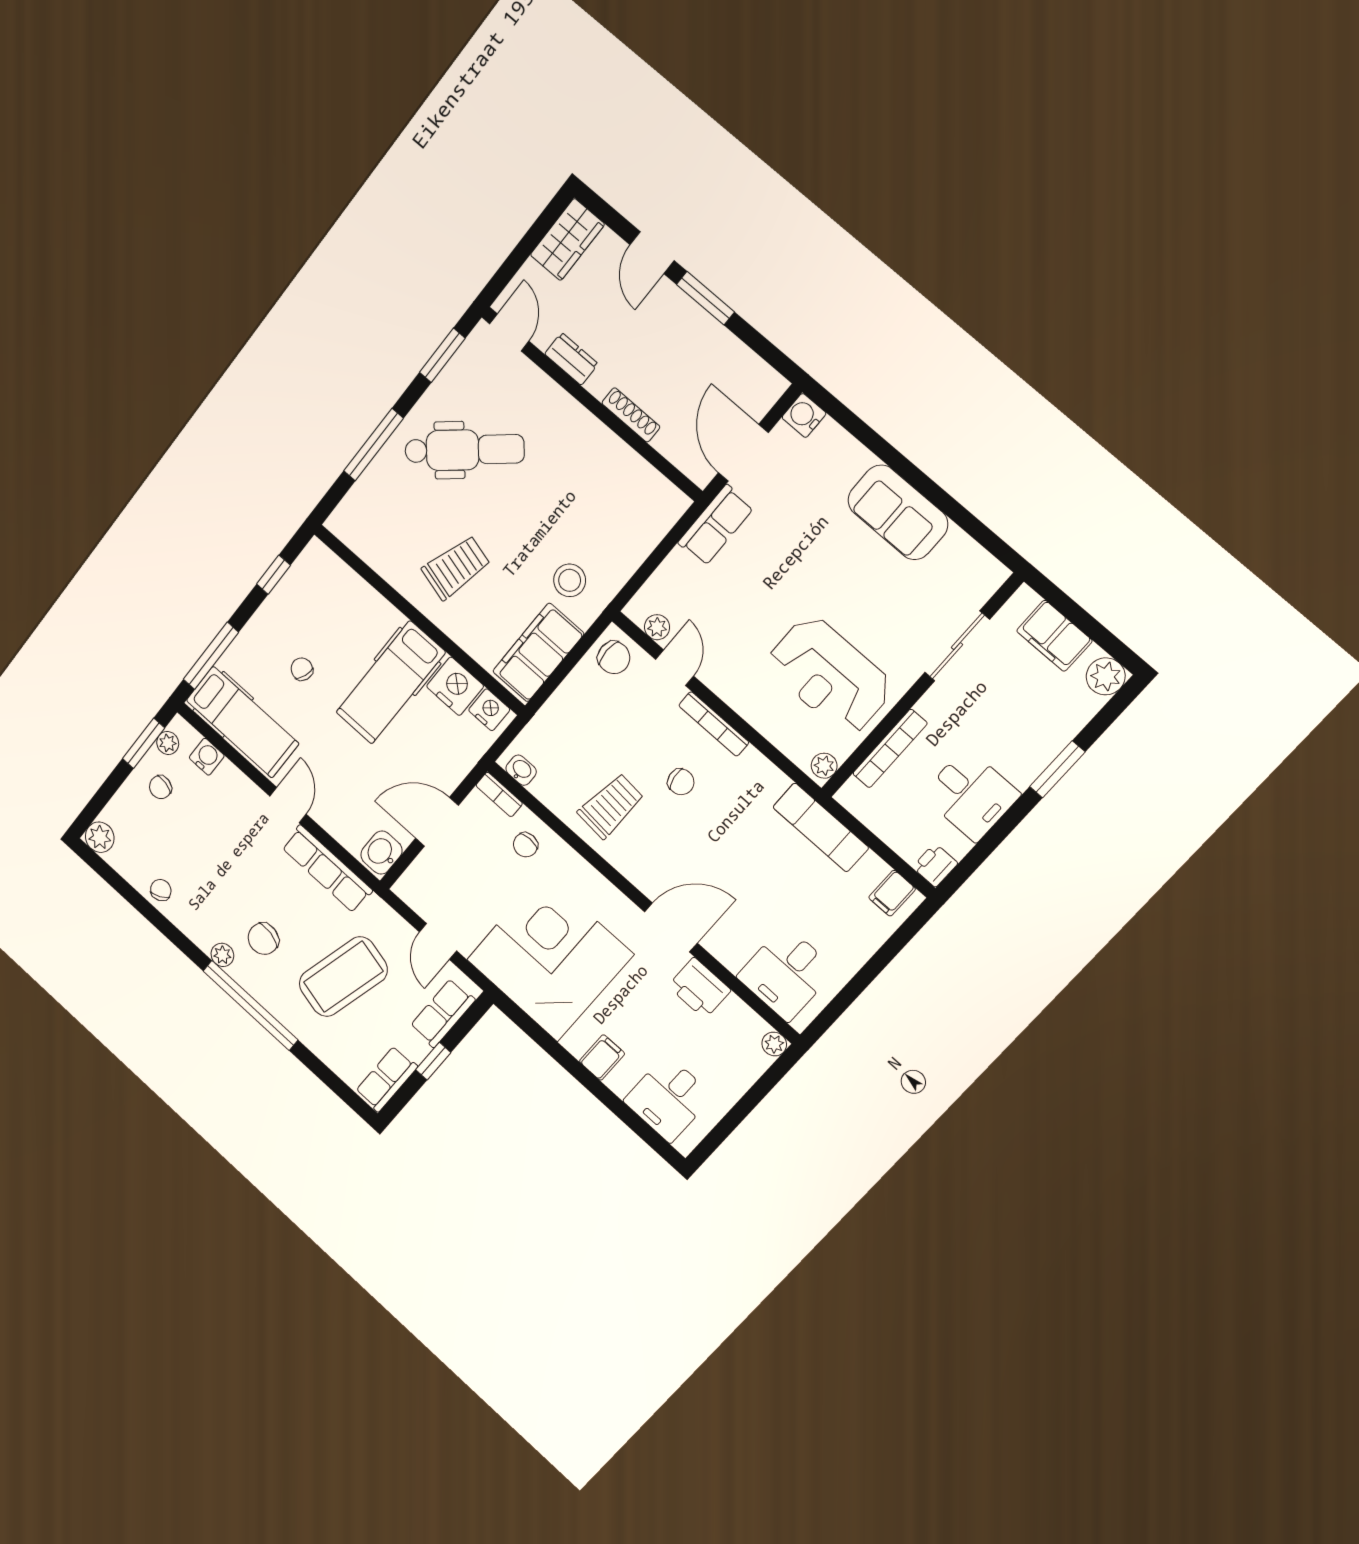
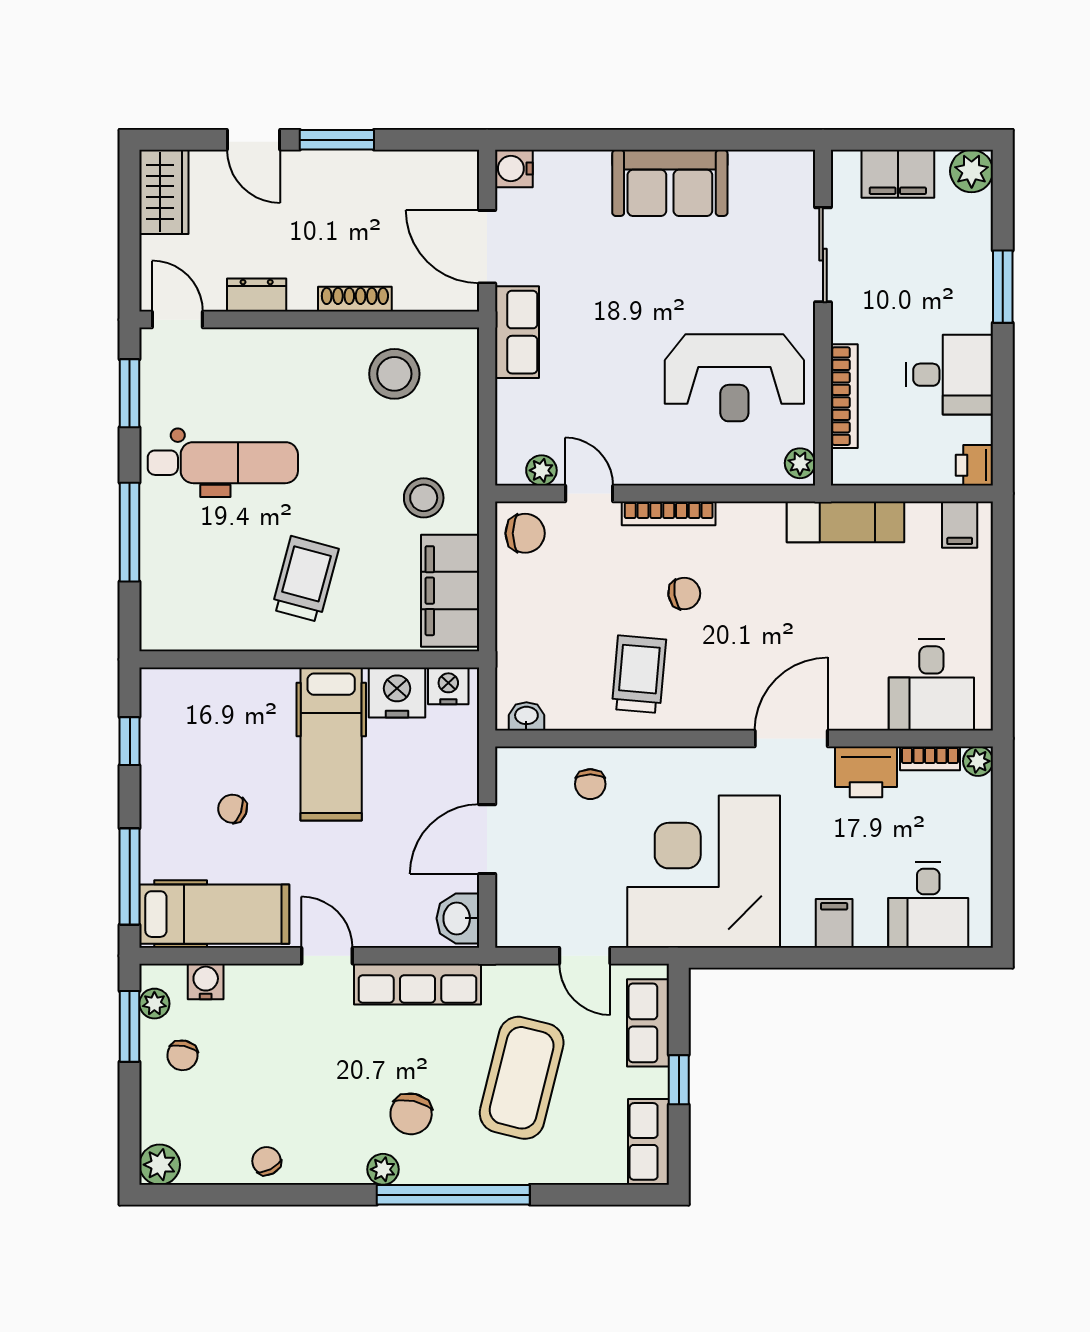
dental chair: (464, 450) -> (223, 463), turned 41
stool: (616, 485) -> (394, 374), added
bookcase: (499, 794) -> (930, 758), moved

